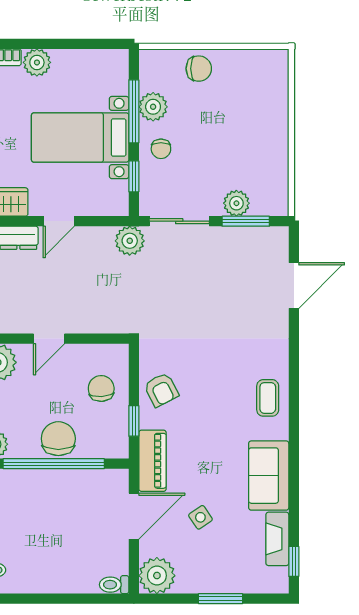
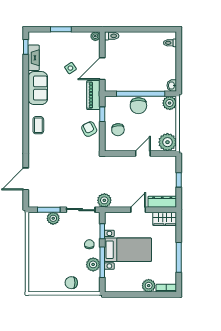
plant: (157, 576) -> (95, 36), width x0.53, depth x0.53

